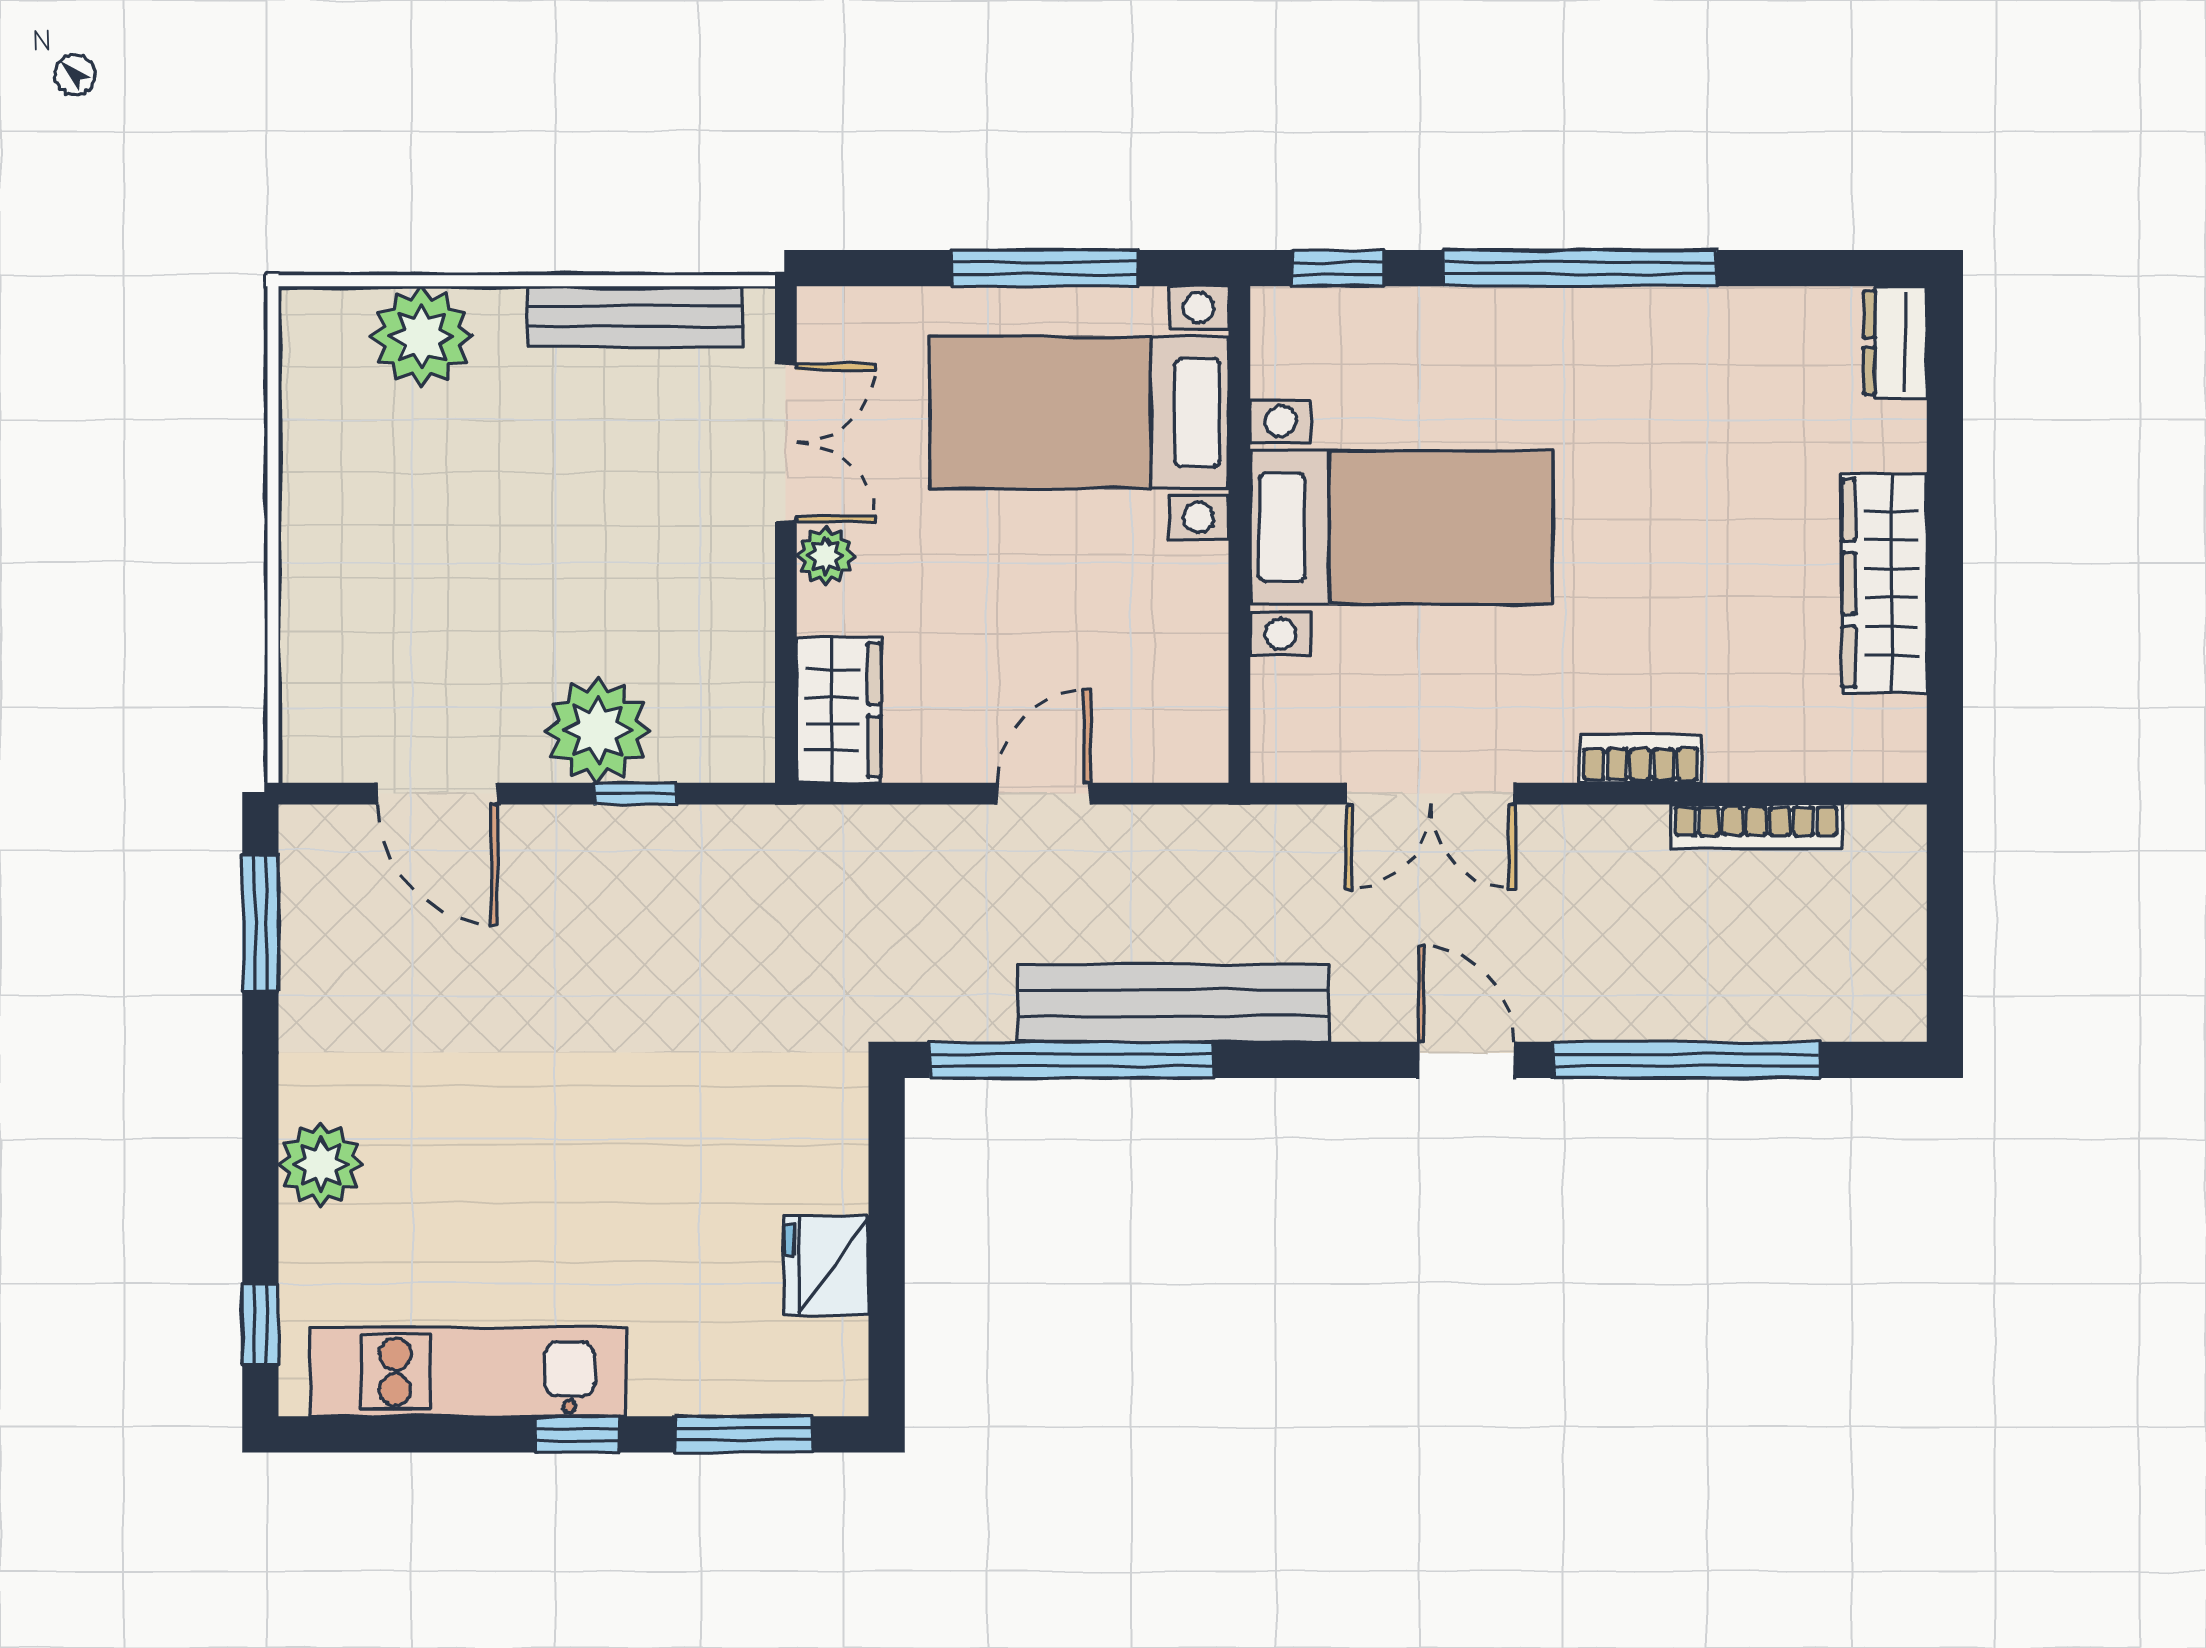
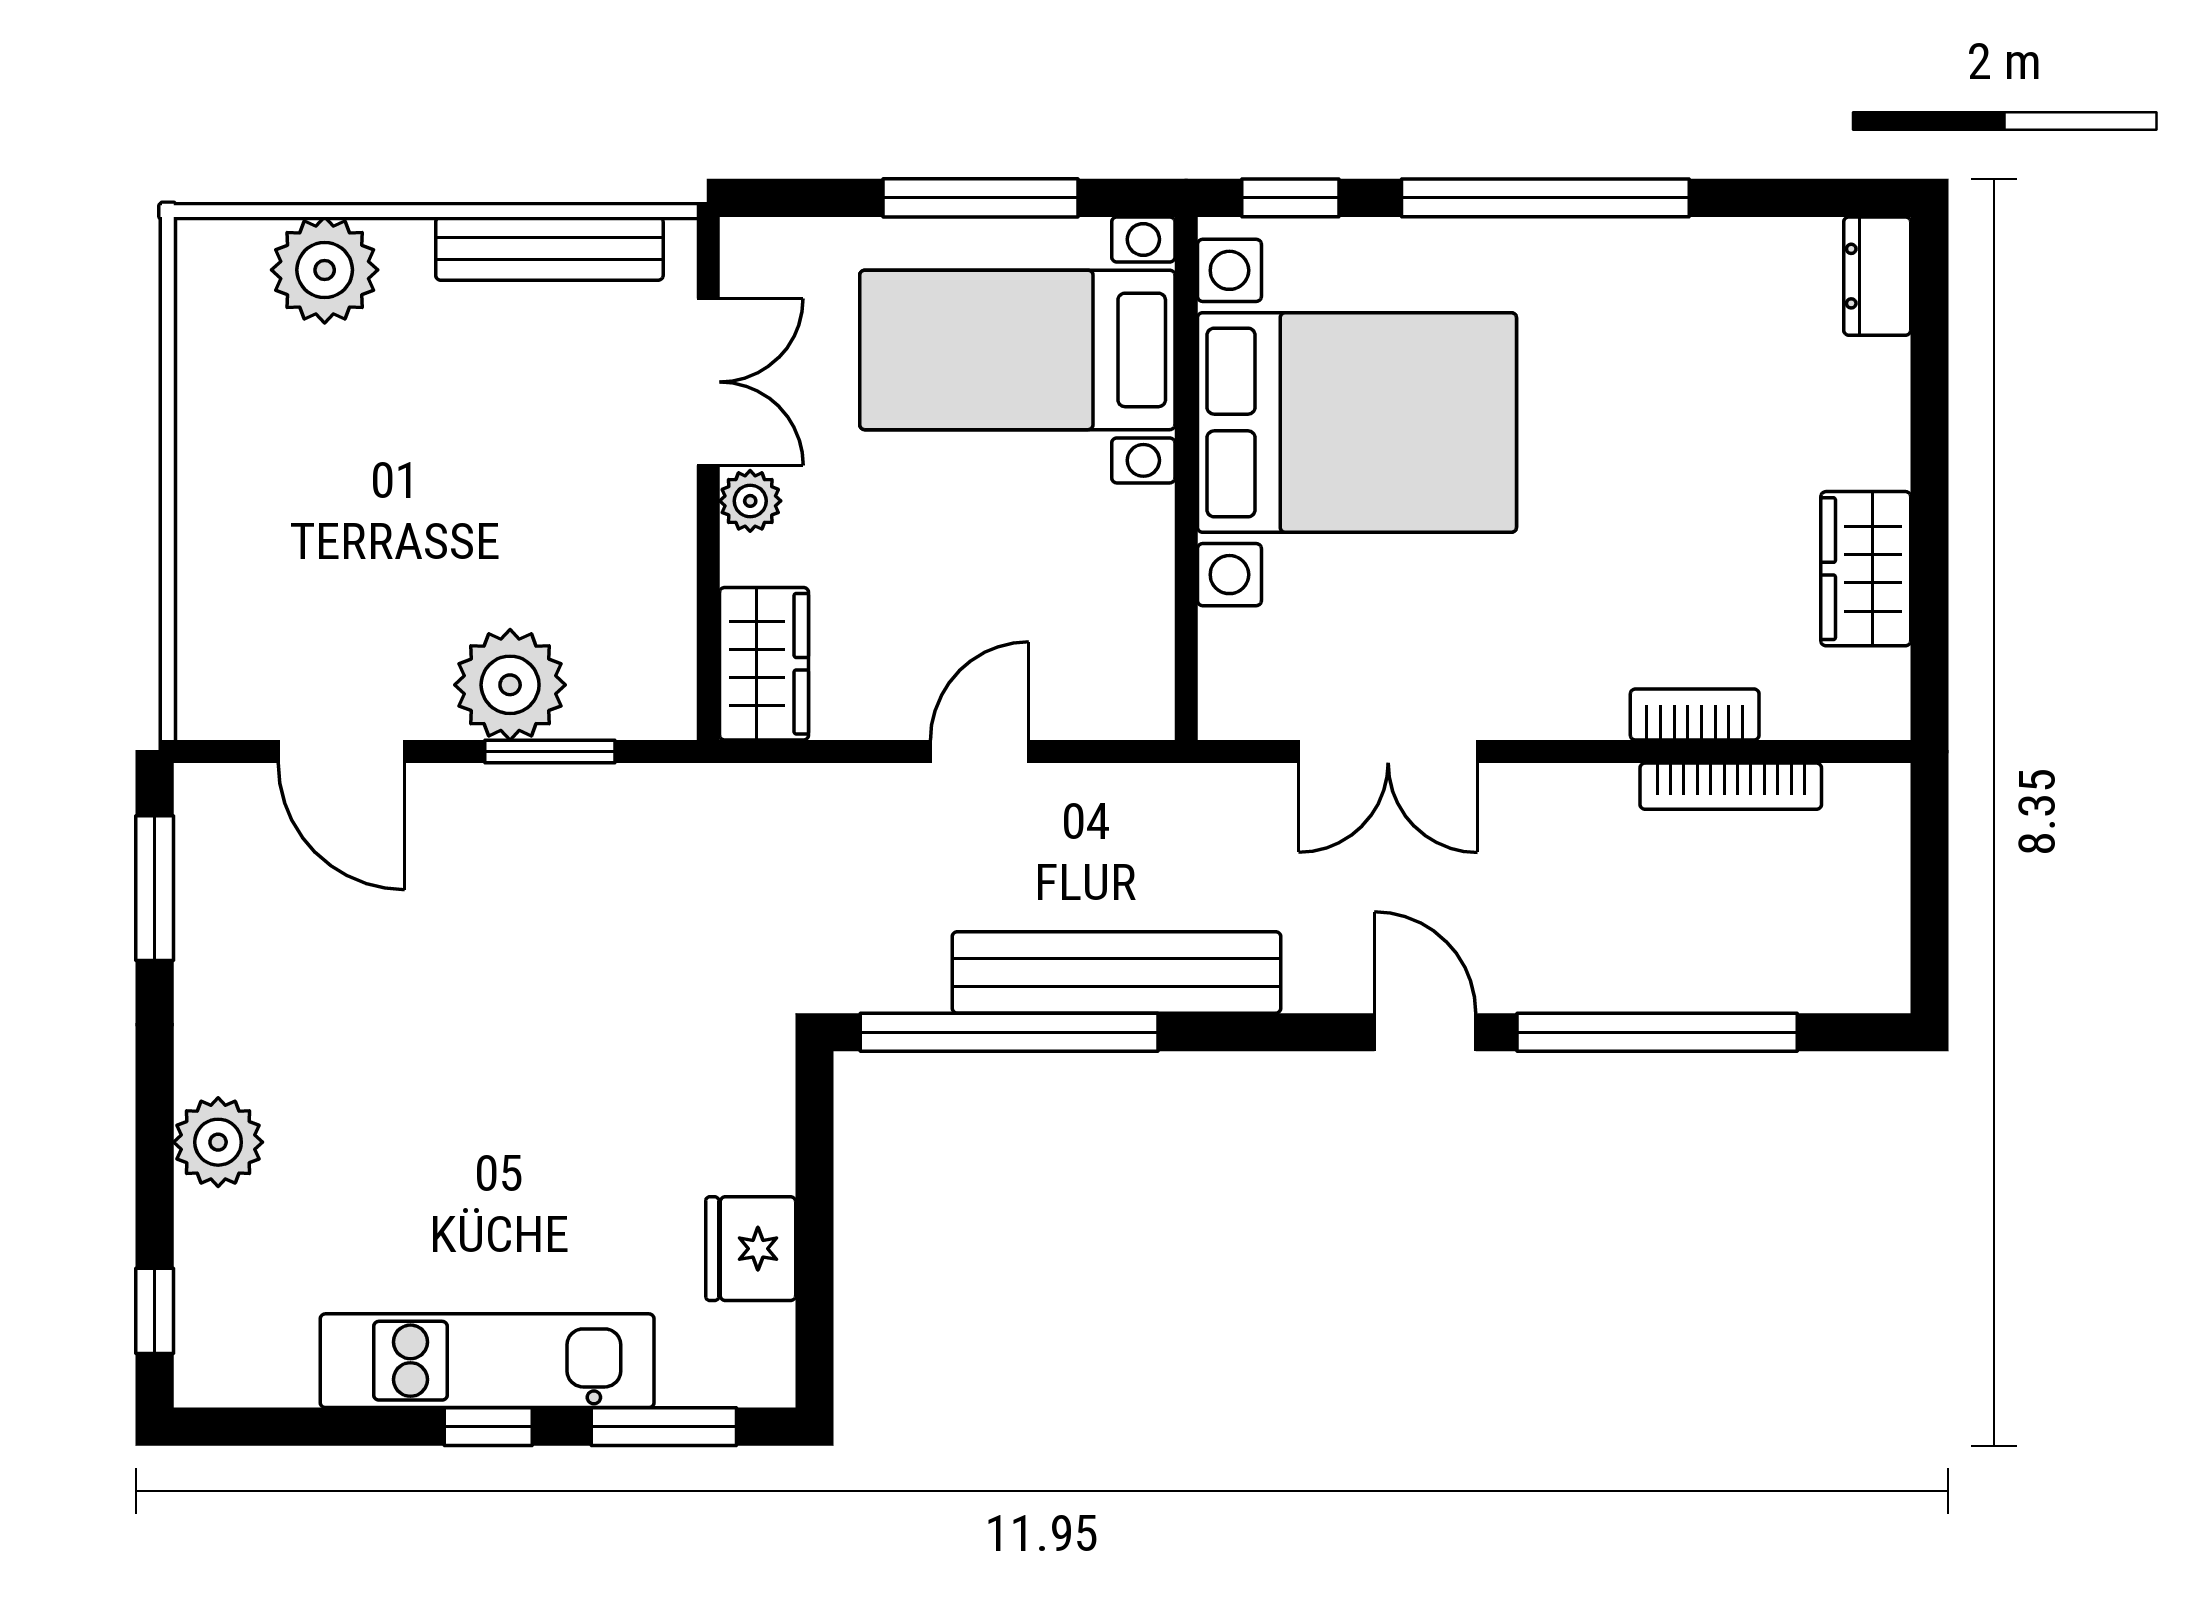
bed with nightstands: (1401, 527) -> (1357, 422), width x1.36
wardrobe: (1884, 583) -> (1866, 569), width x0.67
bookcase: (1640, 758) -> (1695, 715), moved
window: (636, 794) -> (550, 752), width x1.50
kitchen unit: (468, 1372) -> (487, 1361), moved

